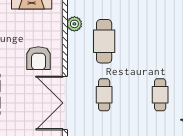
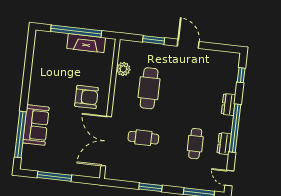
armchair: (38, 58) -> (86, 97), turned -90
cafe table: (104, 95) -> (143, 138), turned 90

